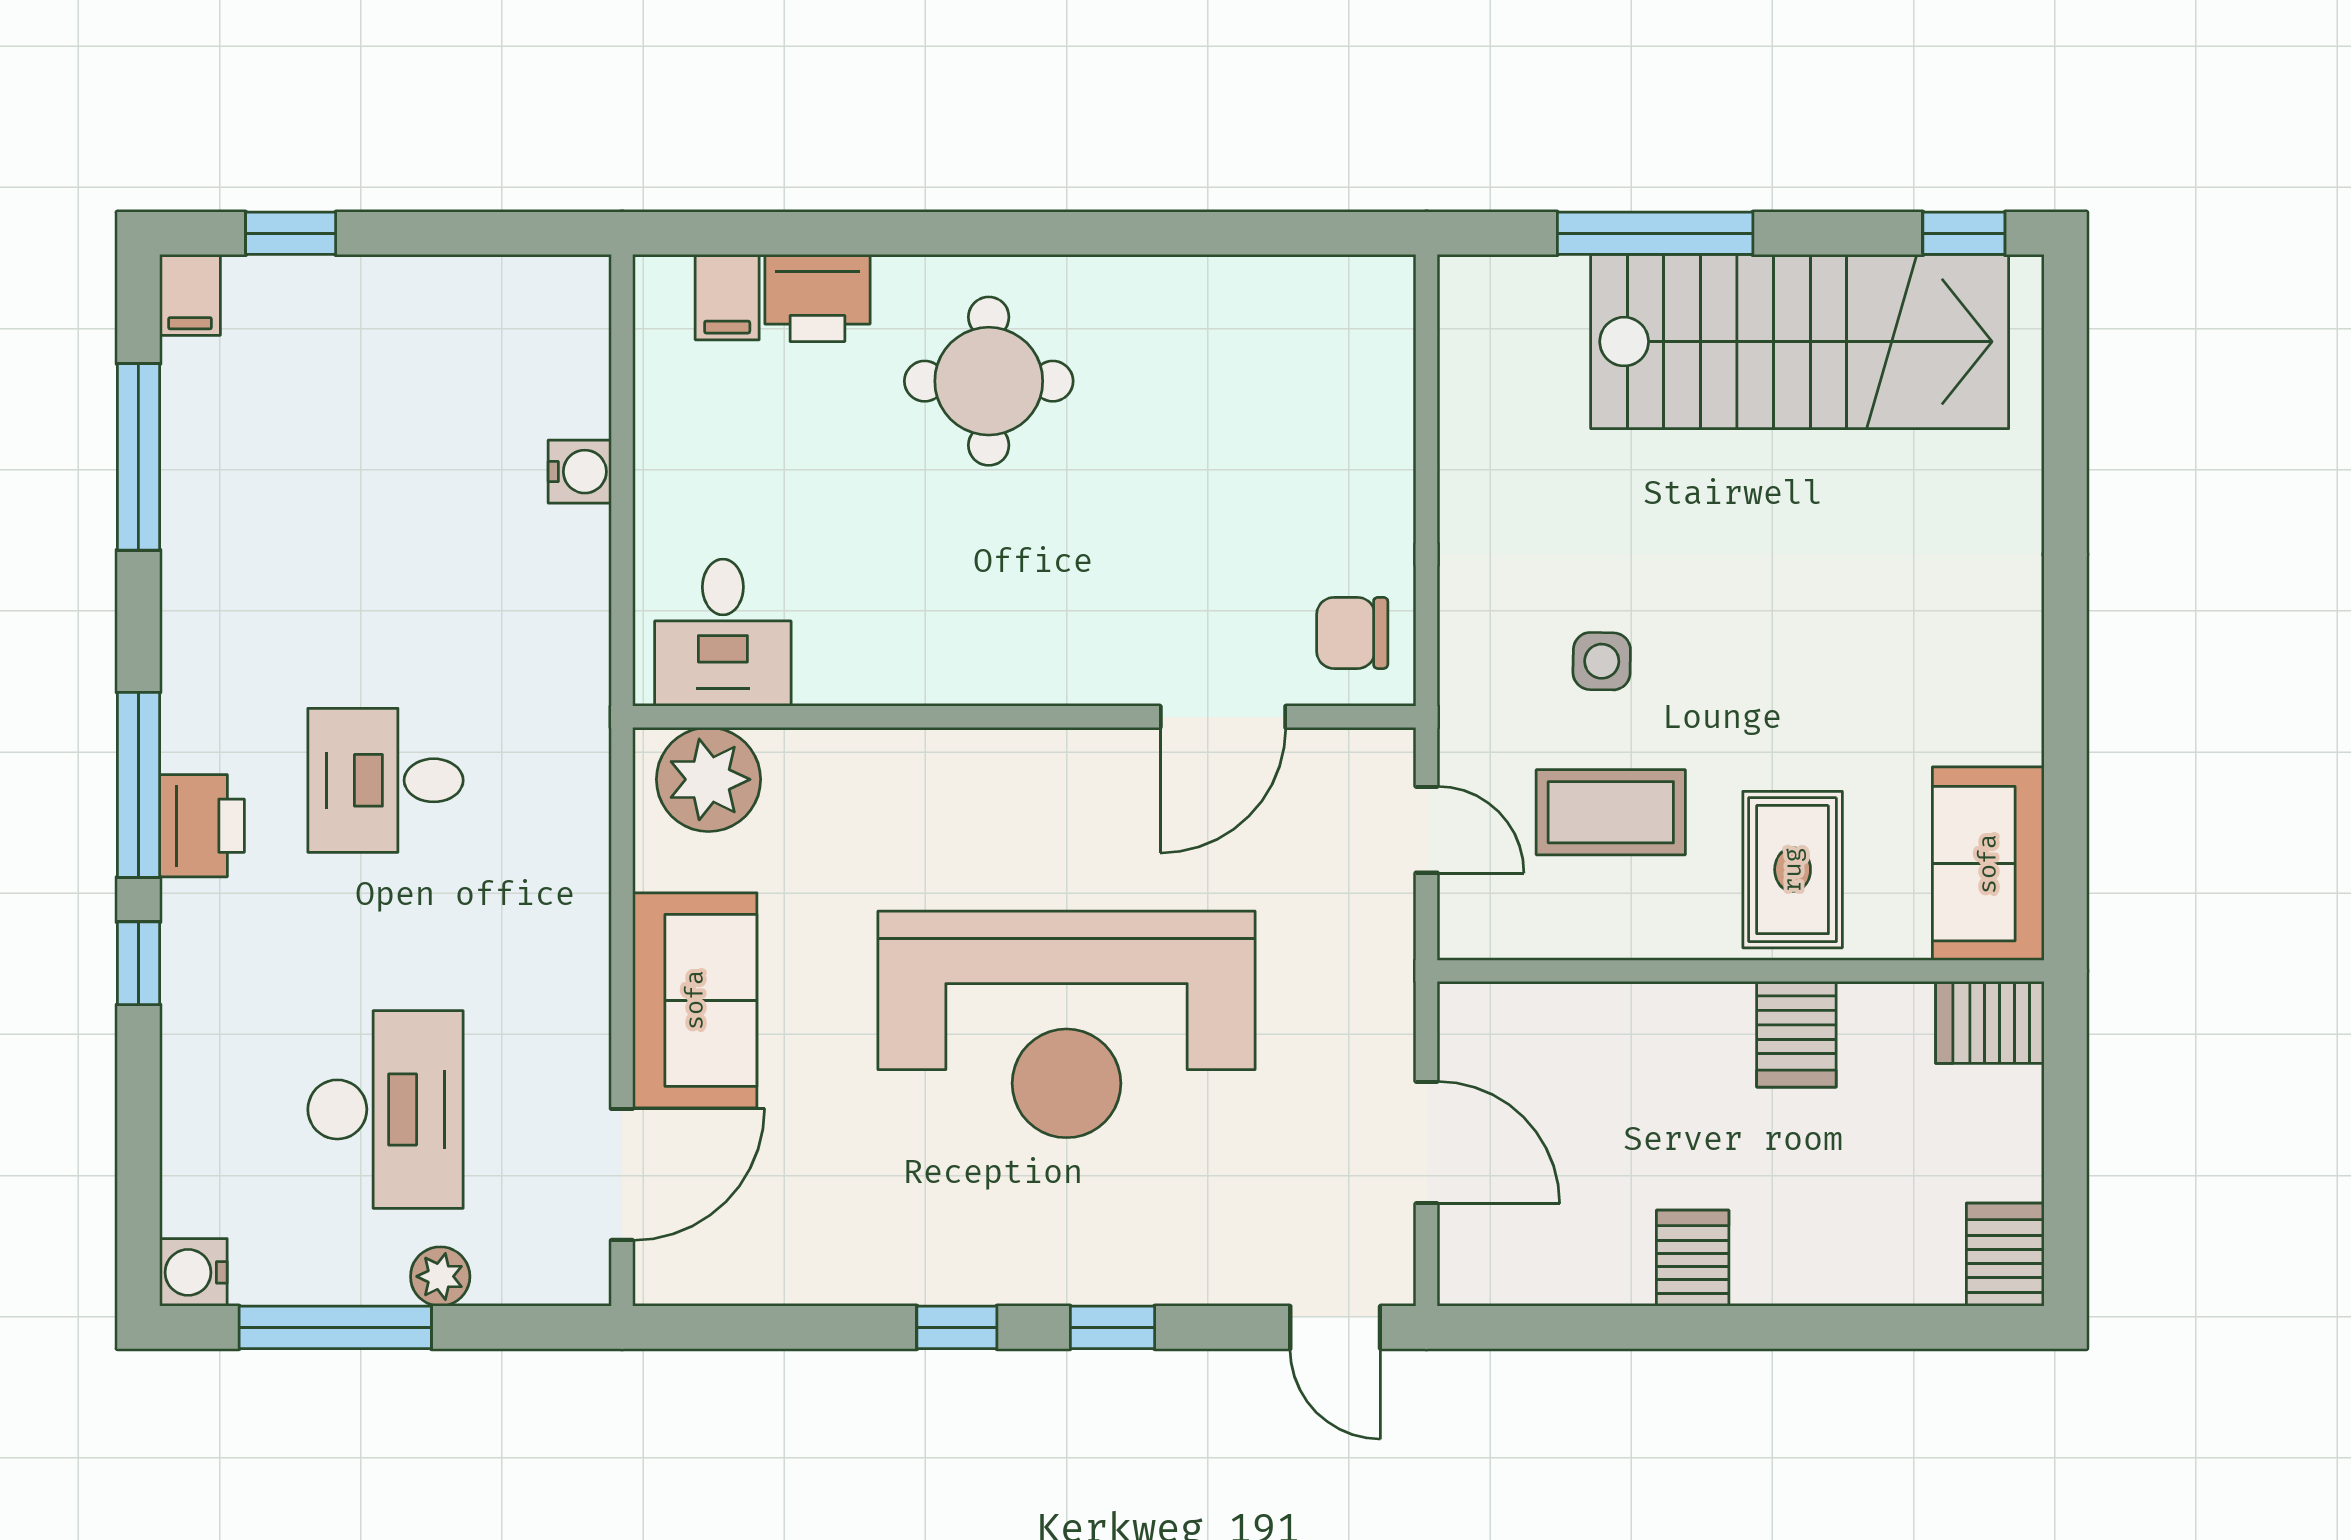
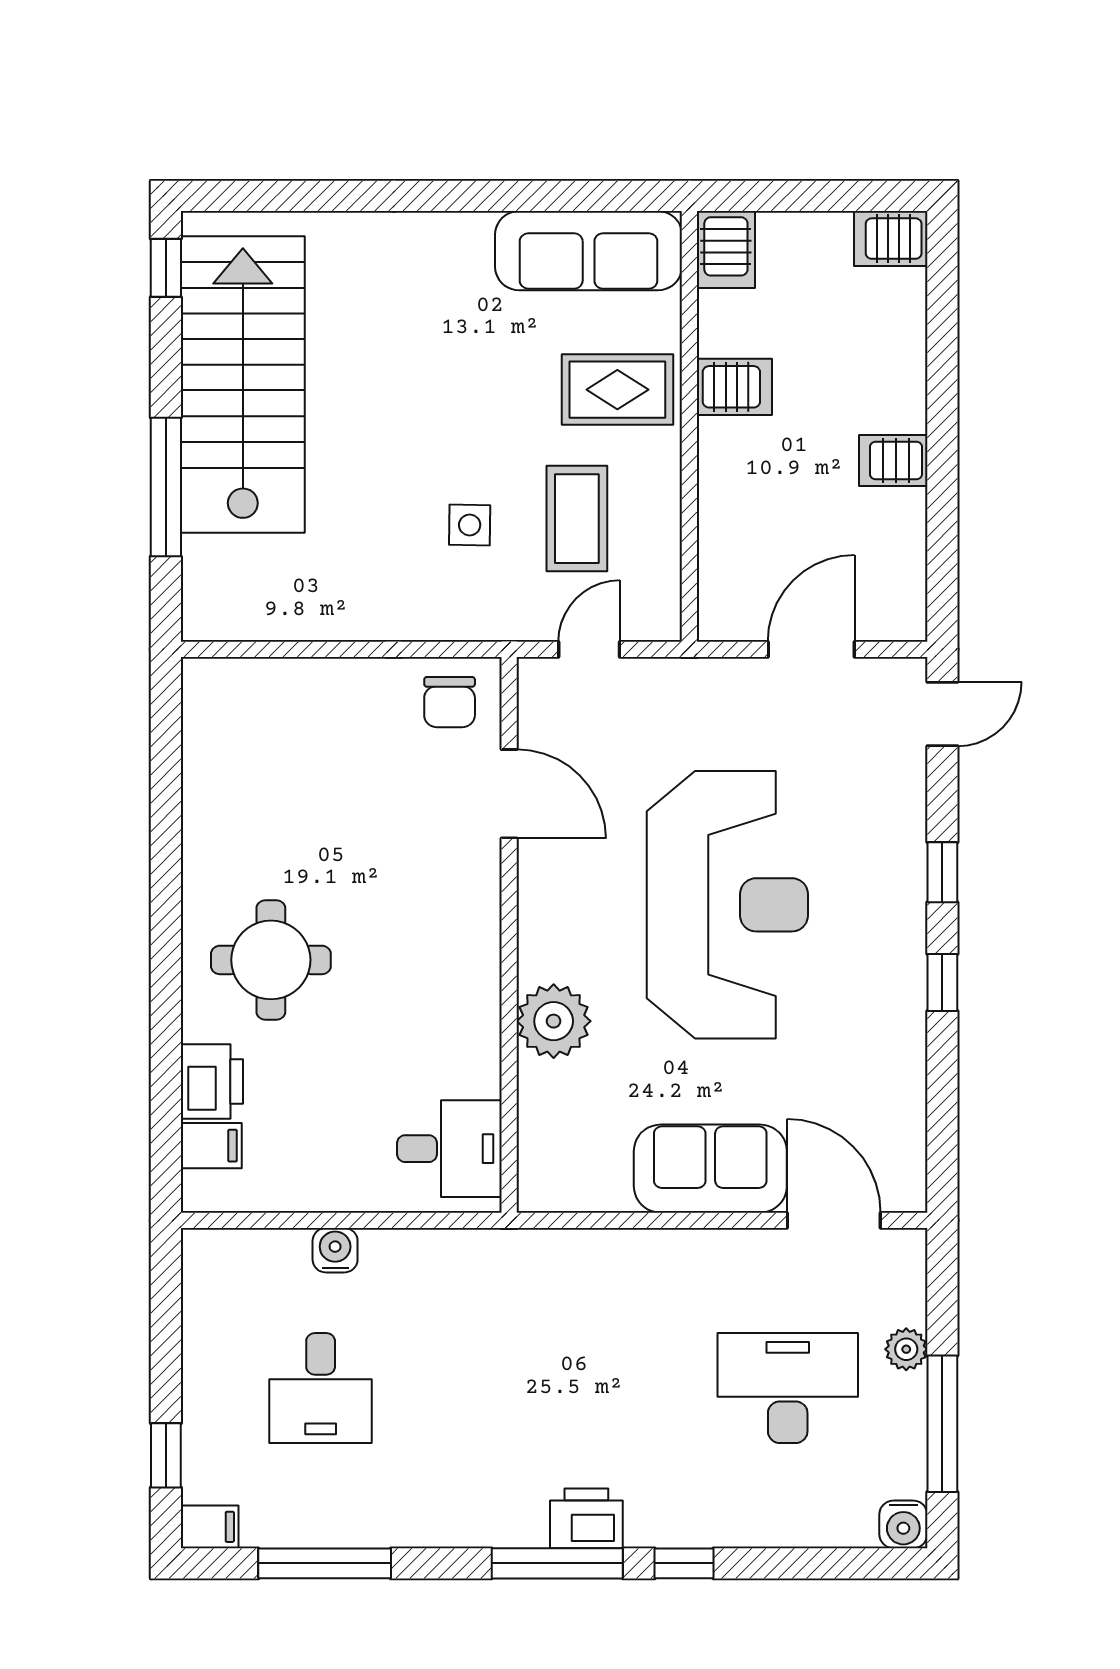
plant: (708, 779) -> (554, 1021), moved
desk: (385, 780) -> (321, 1388), moved
sofa: (1988, 864) -> (589, 251), width x1.36

